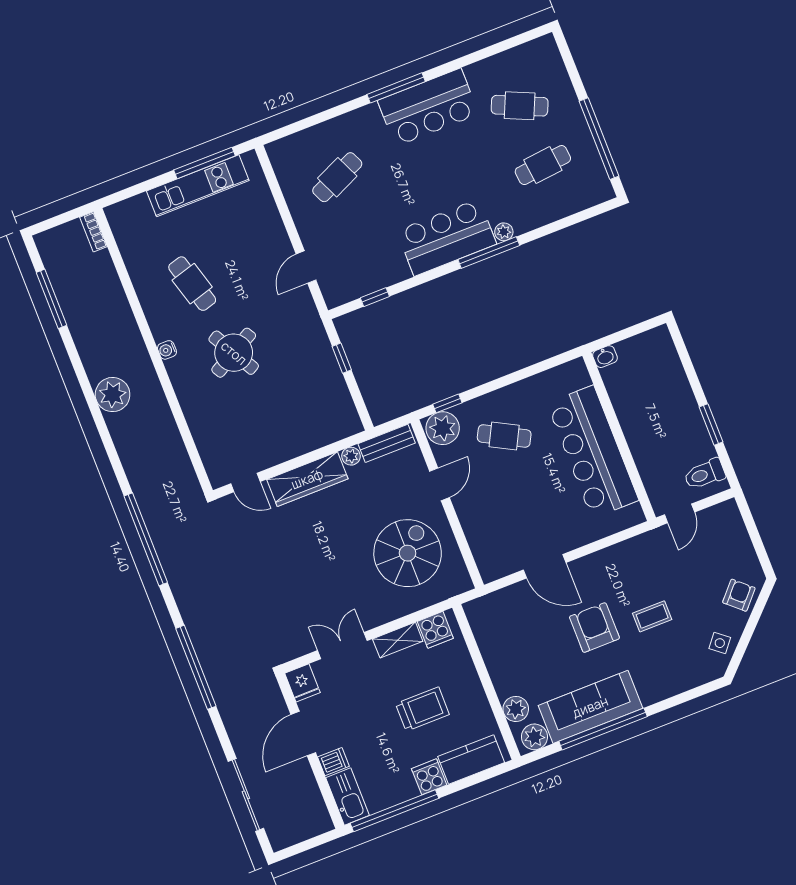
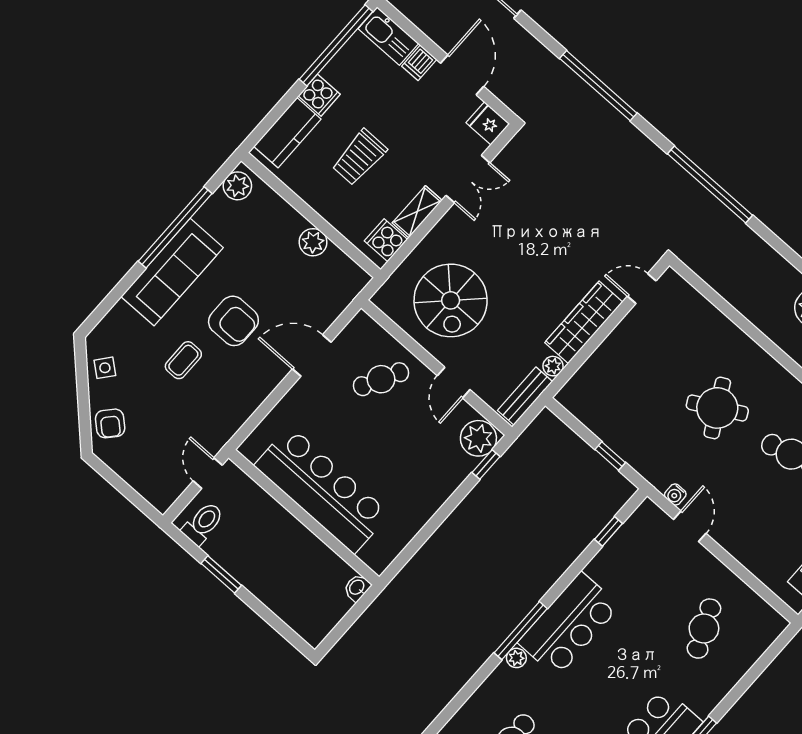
water cooler: (167, 350) -> (675, 495), moved, turned 180
cafe table: (504, 436) -> (381, 379), moved
sofa: (590, 707) -> (172, 272), moved
plant: (516, 709) -> (313, 242), moved

